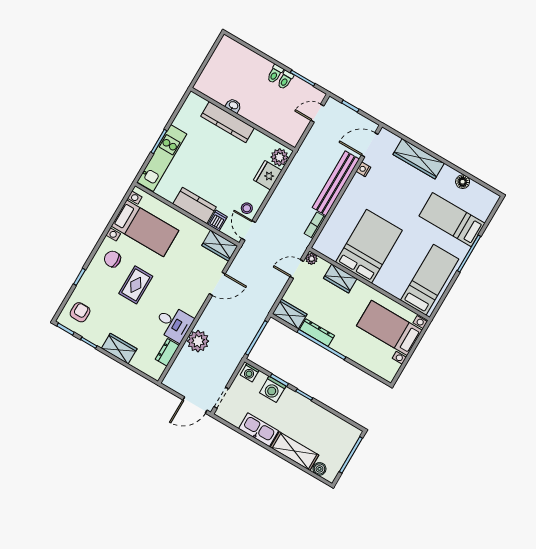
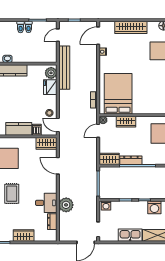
bench: (336, 183) -> (64, 68), moved
bed: (369, 246) -> (118, 94), moved
door: (217, 284) -> (58, 166), swing flipped
washing machine: (273, 389) -> (154, 207), moved

